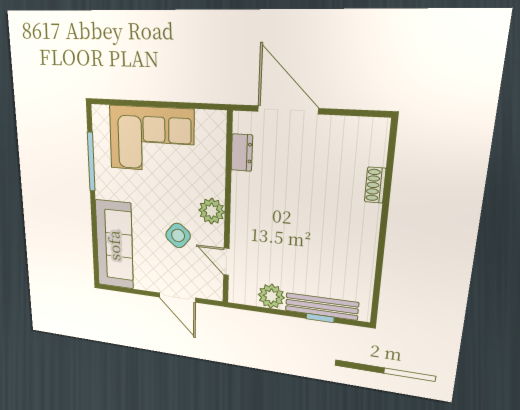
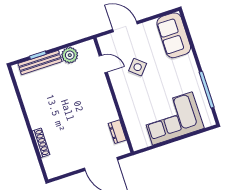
shoe rack: (375, 185) -> (41, 143), width x1.43
plant: (212, 211) -> (123, 91), removed
sofa: (114, 245) -> (174, 35), width x0.73

